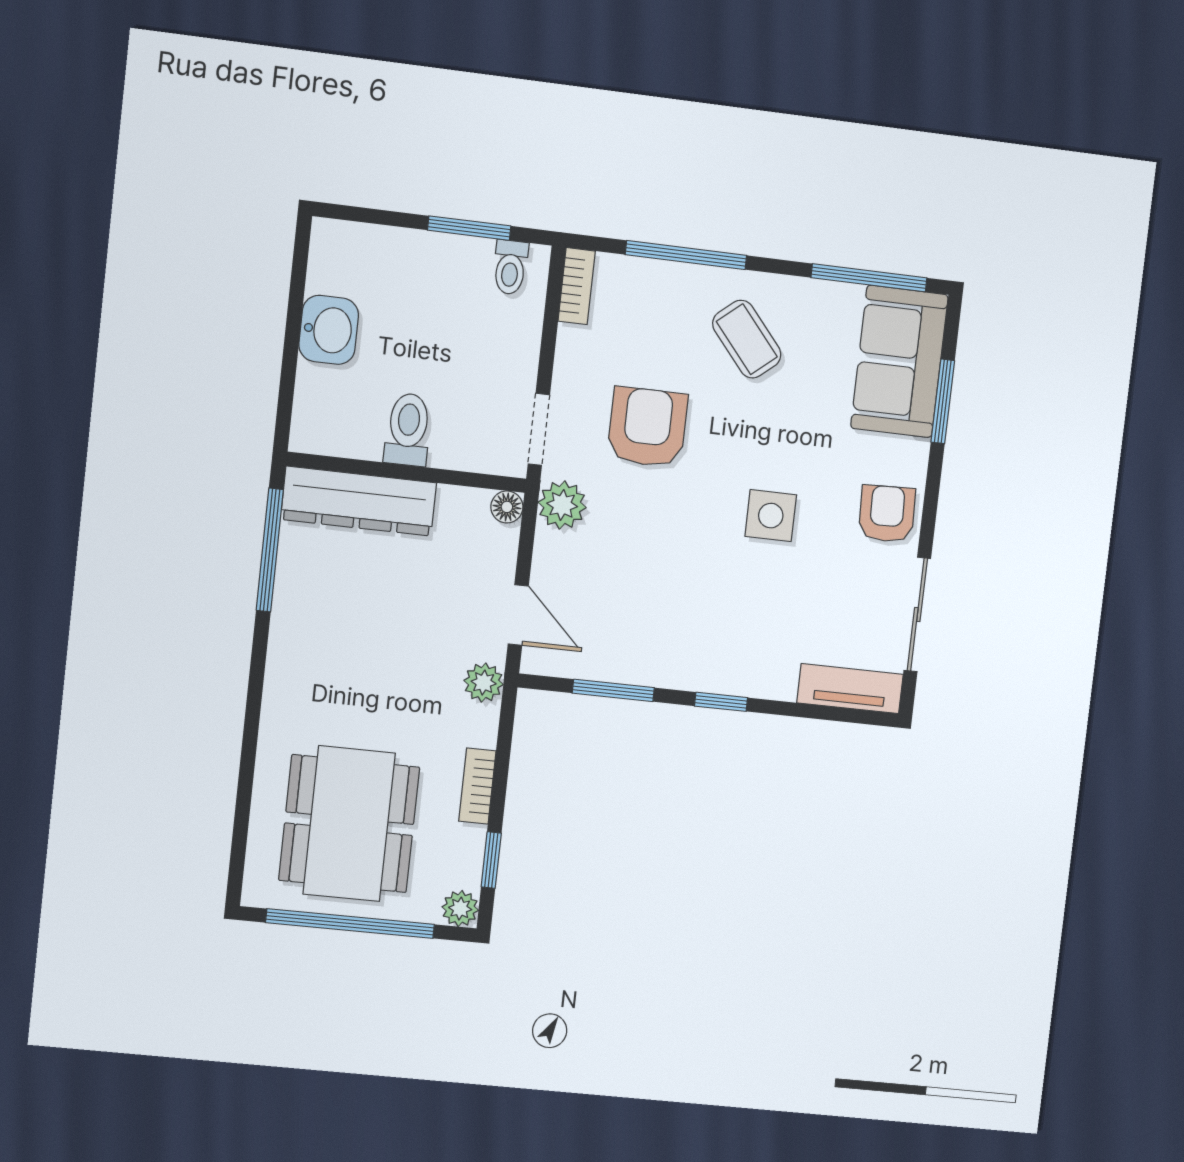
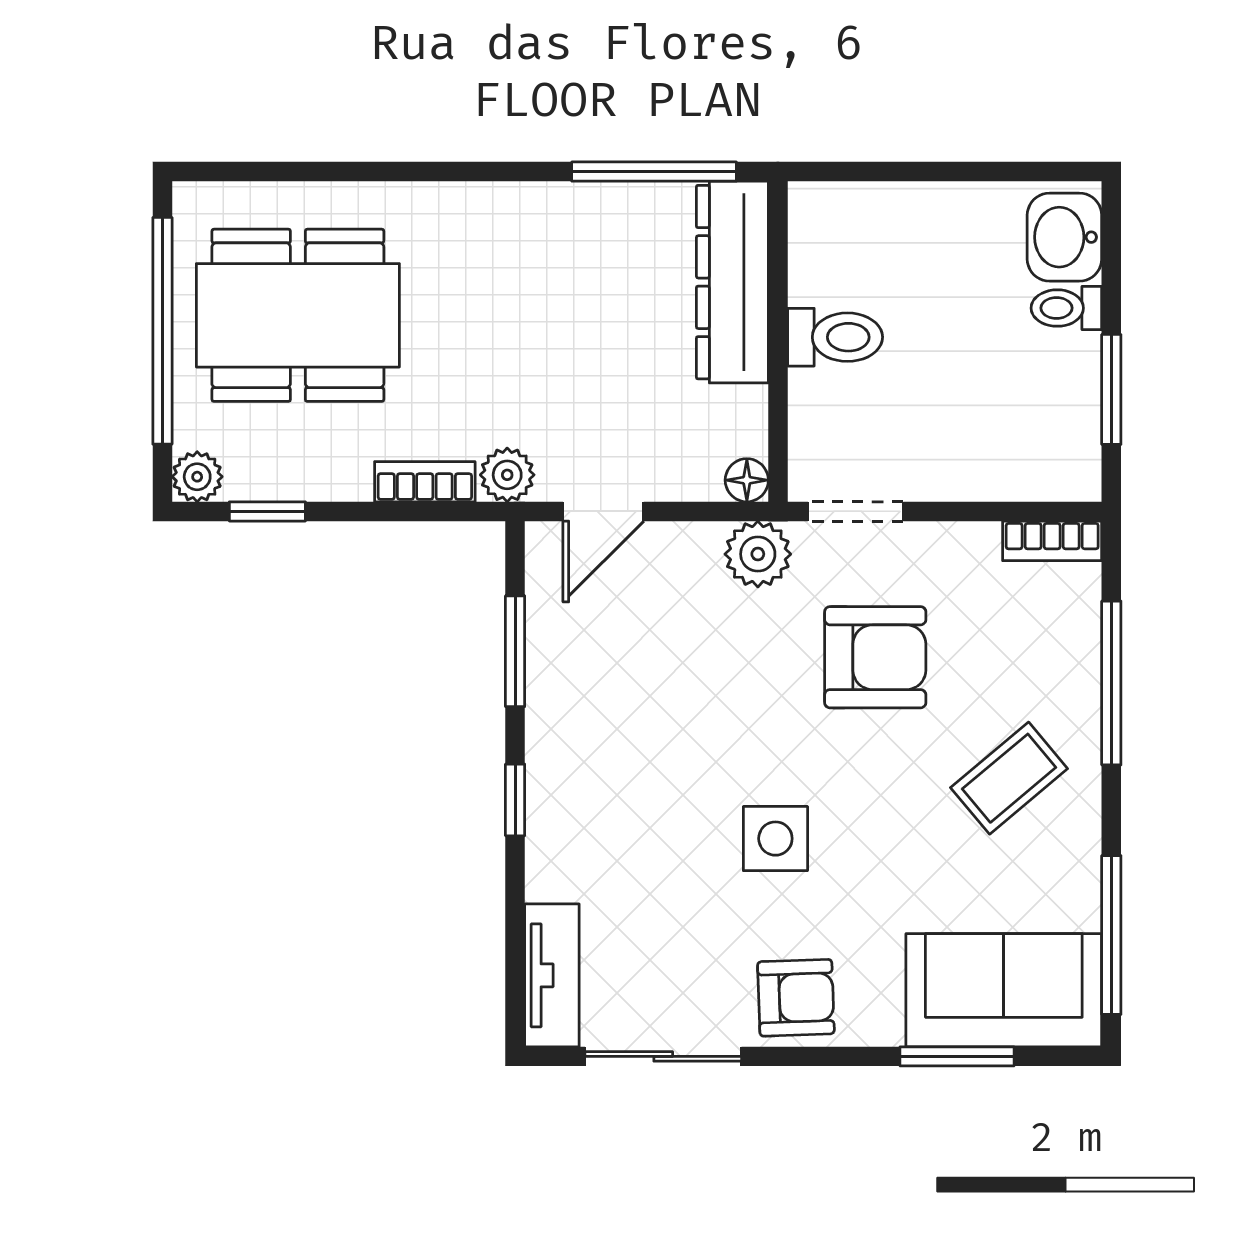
toilet: (510, 267) -> (1066, 308), moved
washbasin: (329, 330) -> (1064, 237), moved, turned 90
bookcase: (477, 786) -> (425, 482), moved

